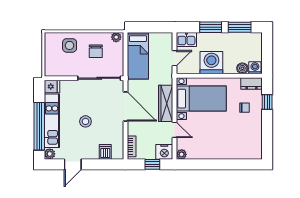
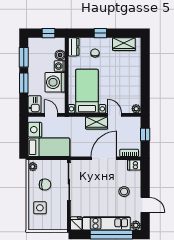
window: (267, 55) -> (49, 33), added
washing machine: (255, 68) -> (60, 66), moved
window: (267, 102) -> (100, 33), moved
wardrobe: (166, 103) -> (96, 123), width x0.67
door: (125, 106) -> (104, 158), moved
stool: (85, 121) -> (124, 192), moved
door: (175, 130) -> (115, 115), hinge flipped
wardrobe: (255, 140) -> (124, 44), added
dishwasher: (105, 152) -> (134, 165), moved
nightstand: (164, 152) -> (35, 130), moved, turned 180

